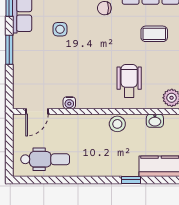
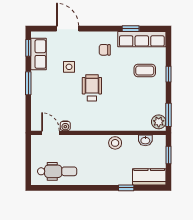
wheelchair: (129, 81) -> (92, 88), moved
water cooler: (69, 103) -> (65, 126), moved
door: (37, 111) -> (50, 133), swing flipped

